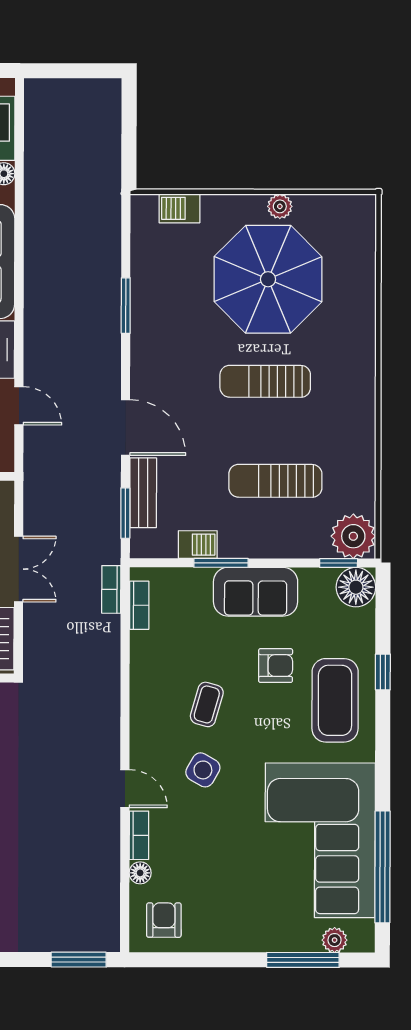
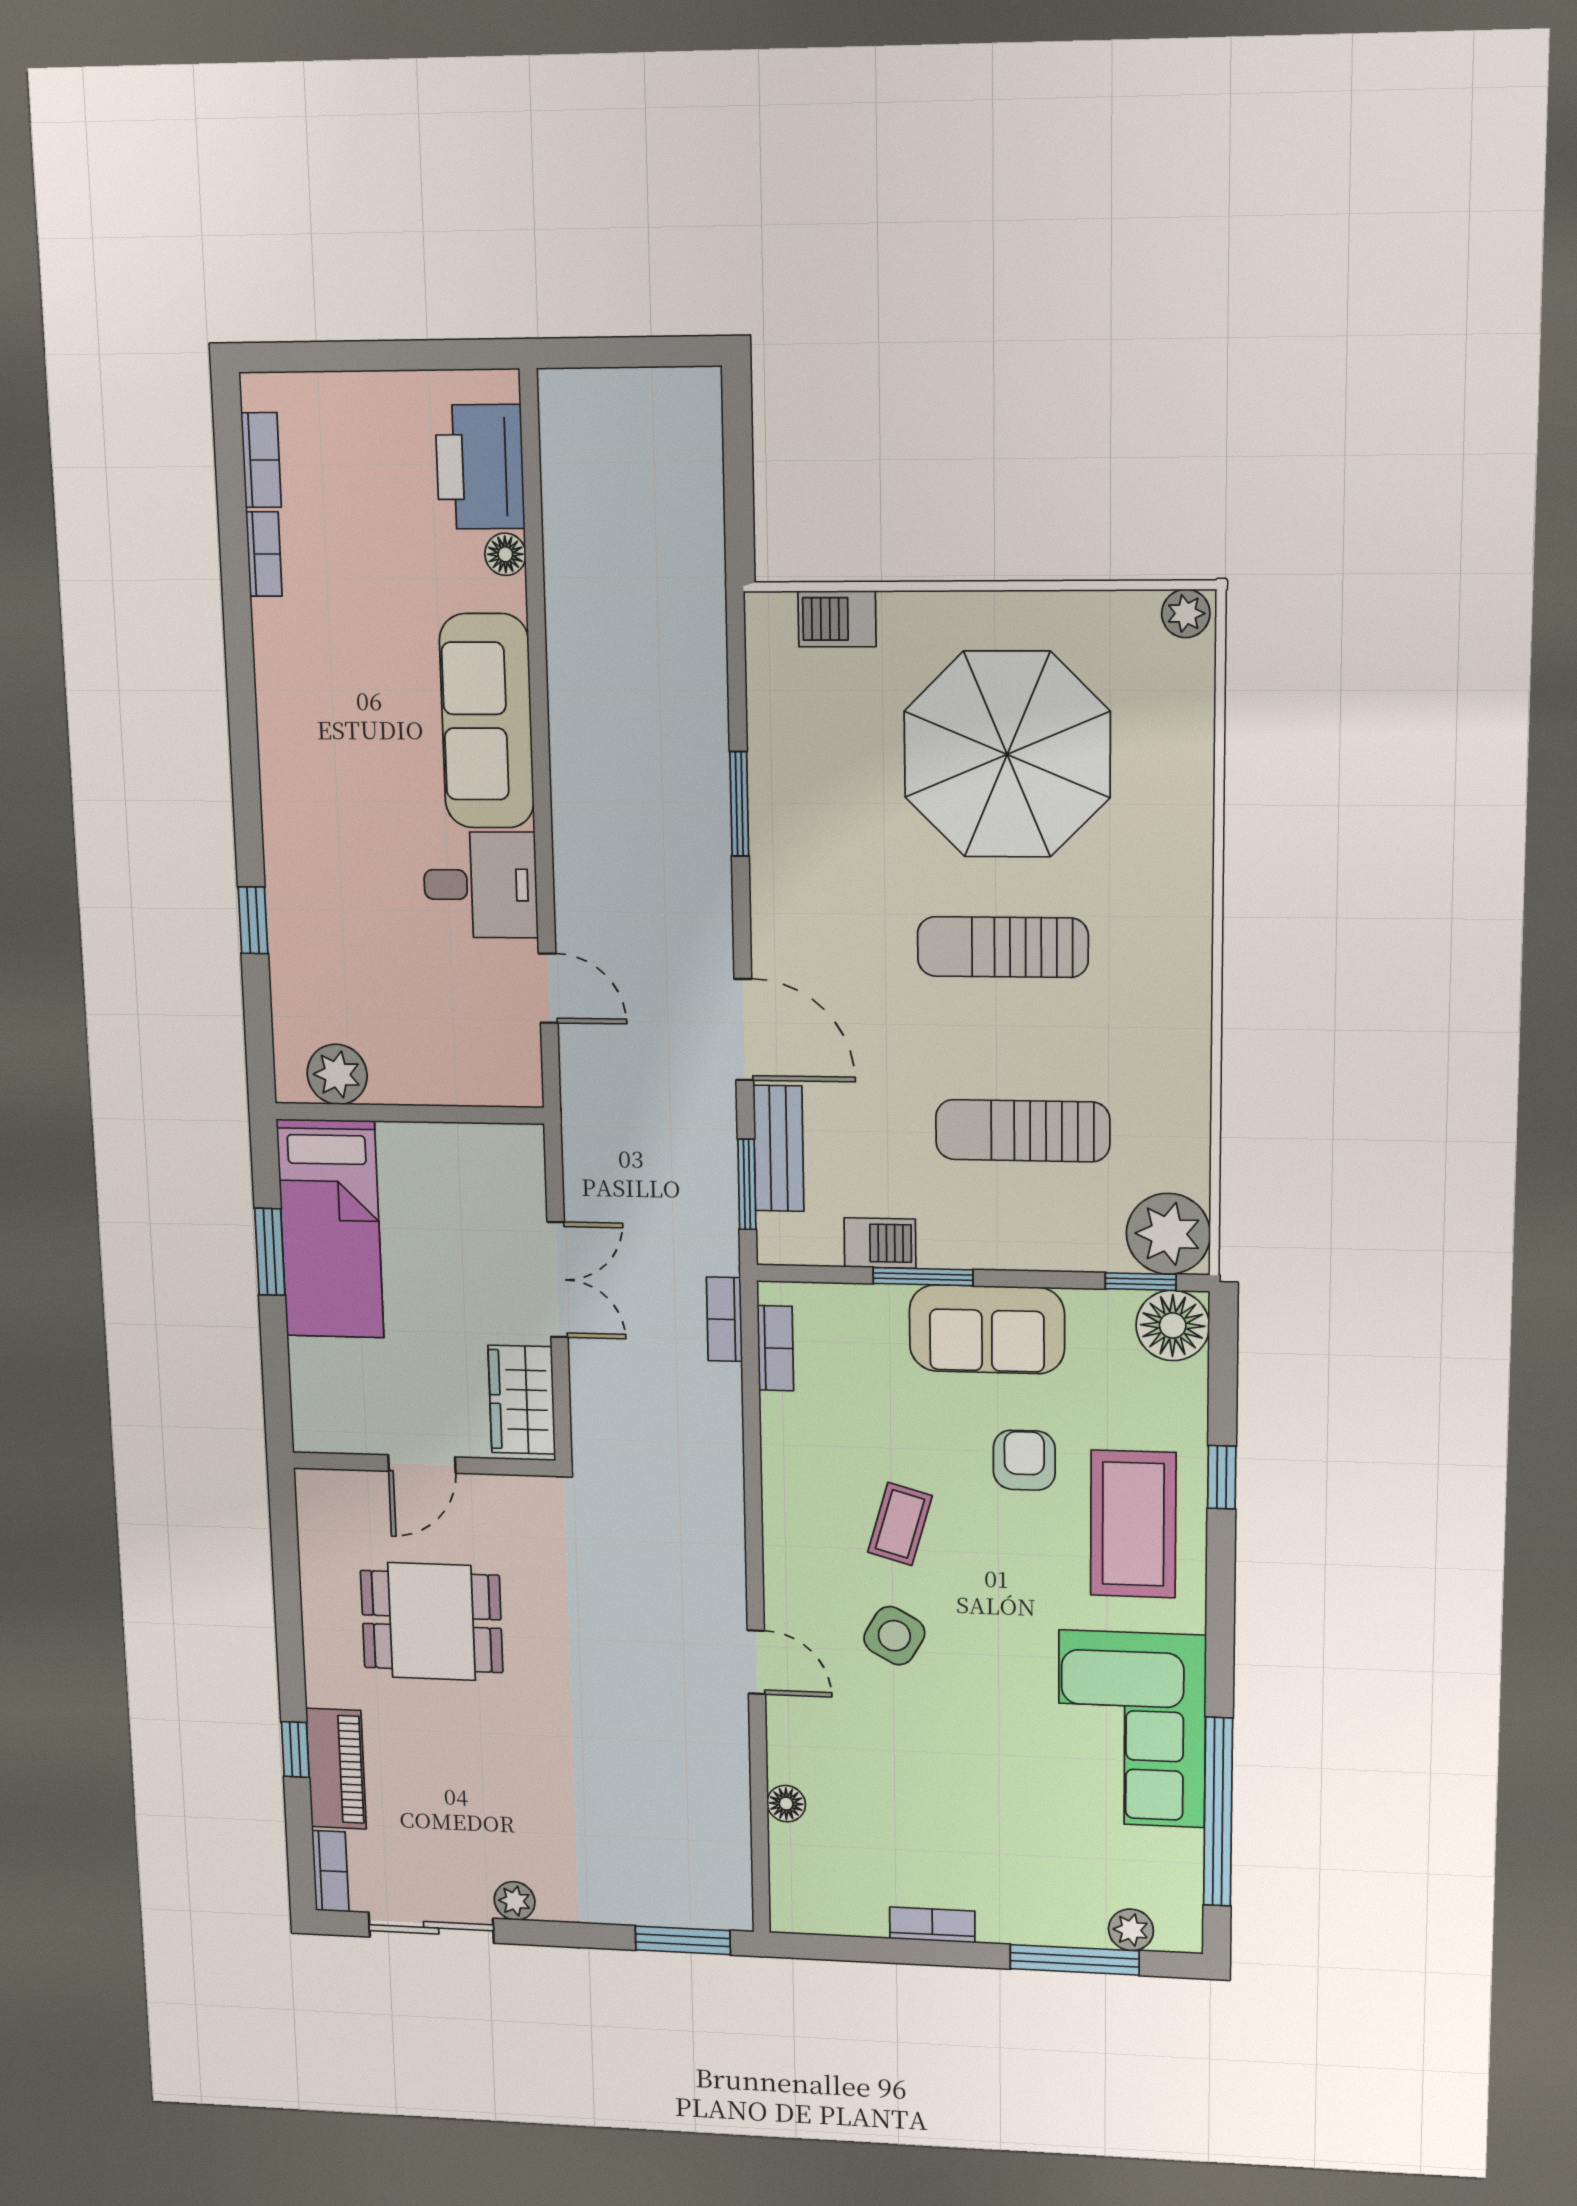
plant: (280, 206) -> (1186, 613), moved
armchair: (276, 666) -> (1024, 1460), turned -90
bookcase: (139, 835) -> (932, 1925), moved, turned -90
corner sofa: (320, 840) -> (1132, 1729), width x0.73, depth x0.74
armchair: (164, 920) -> (829, 1883), removed

